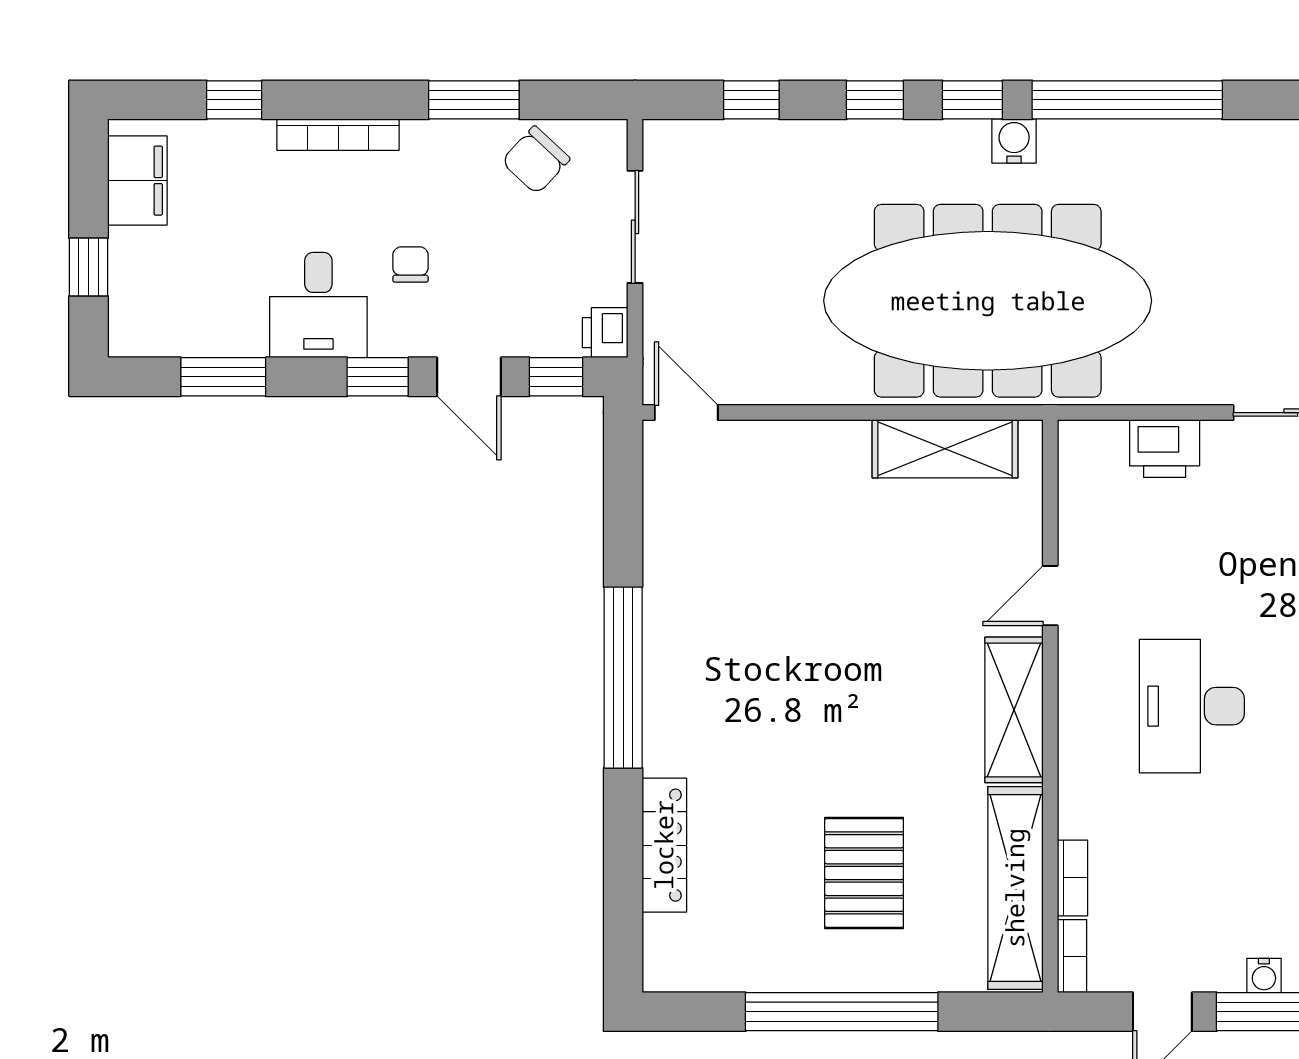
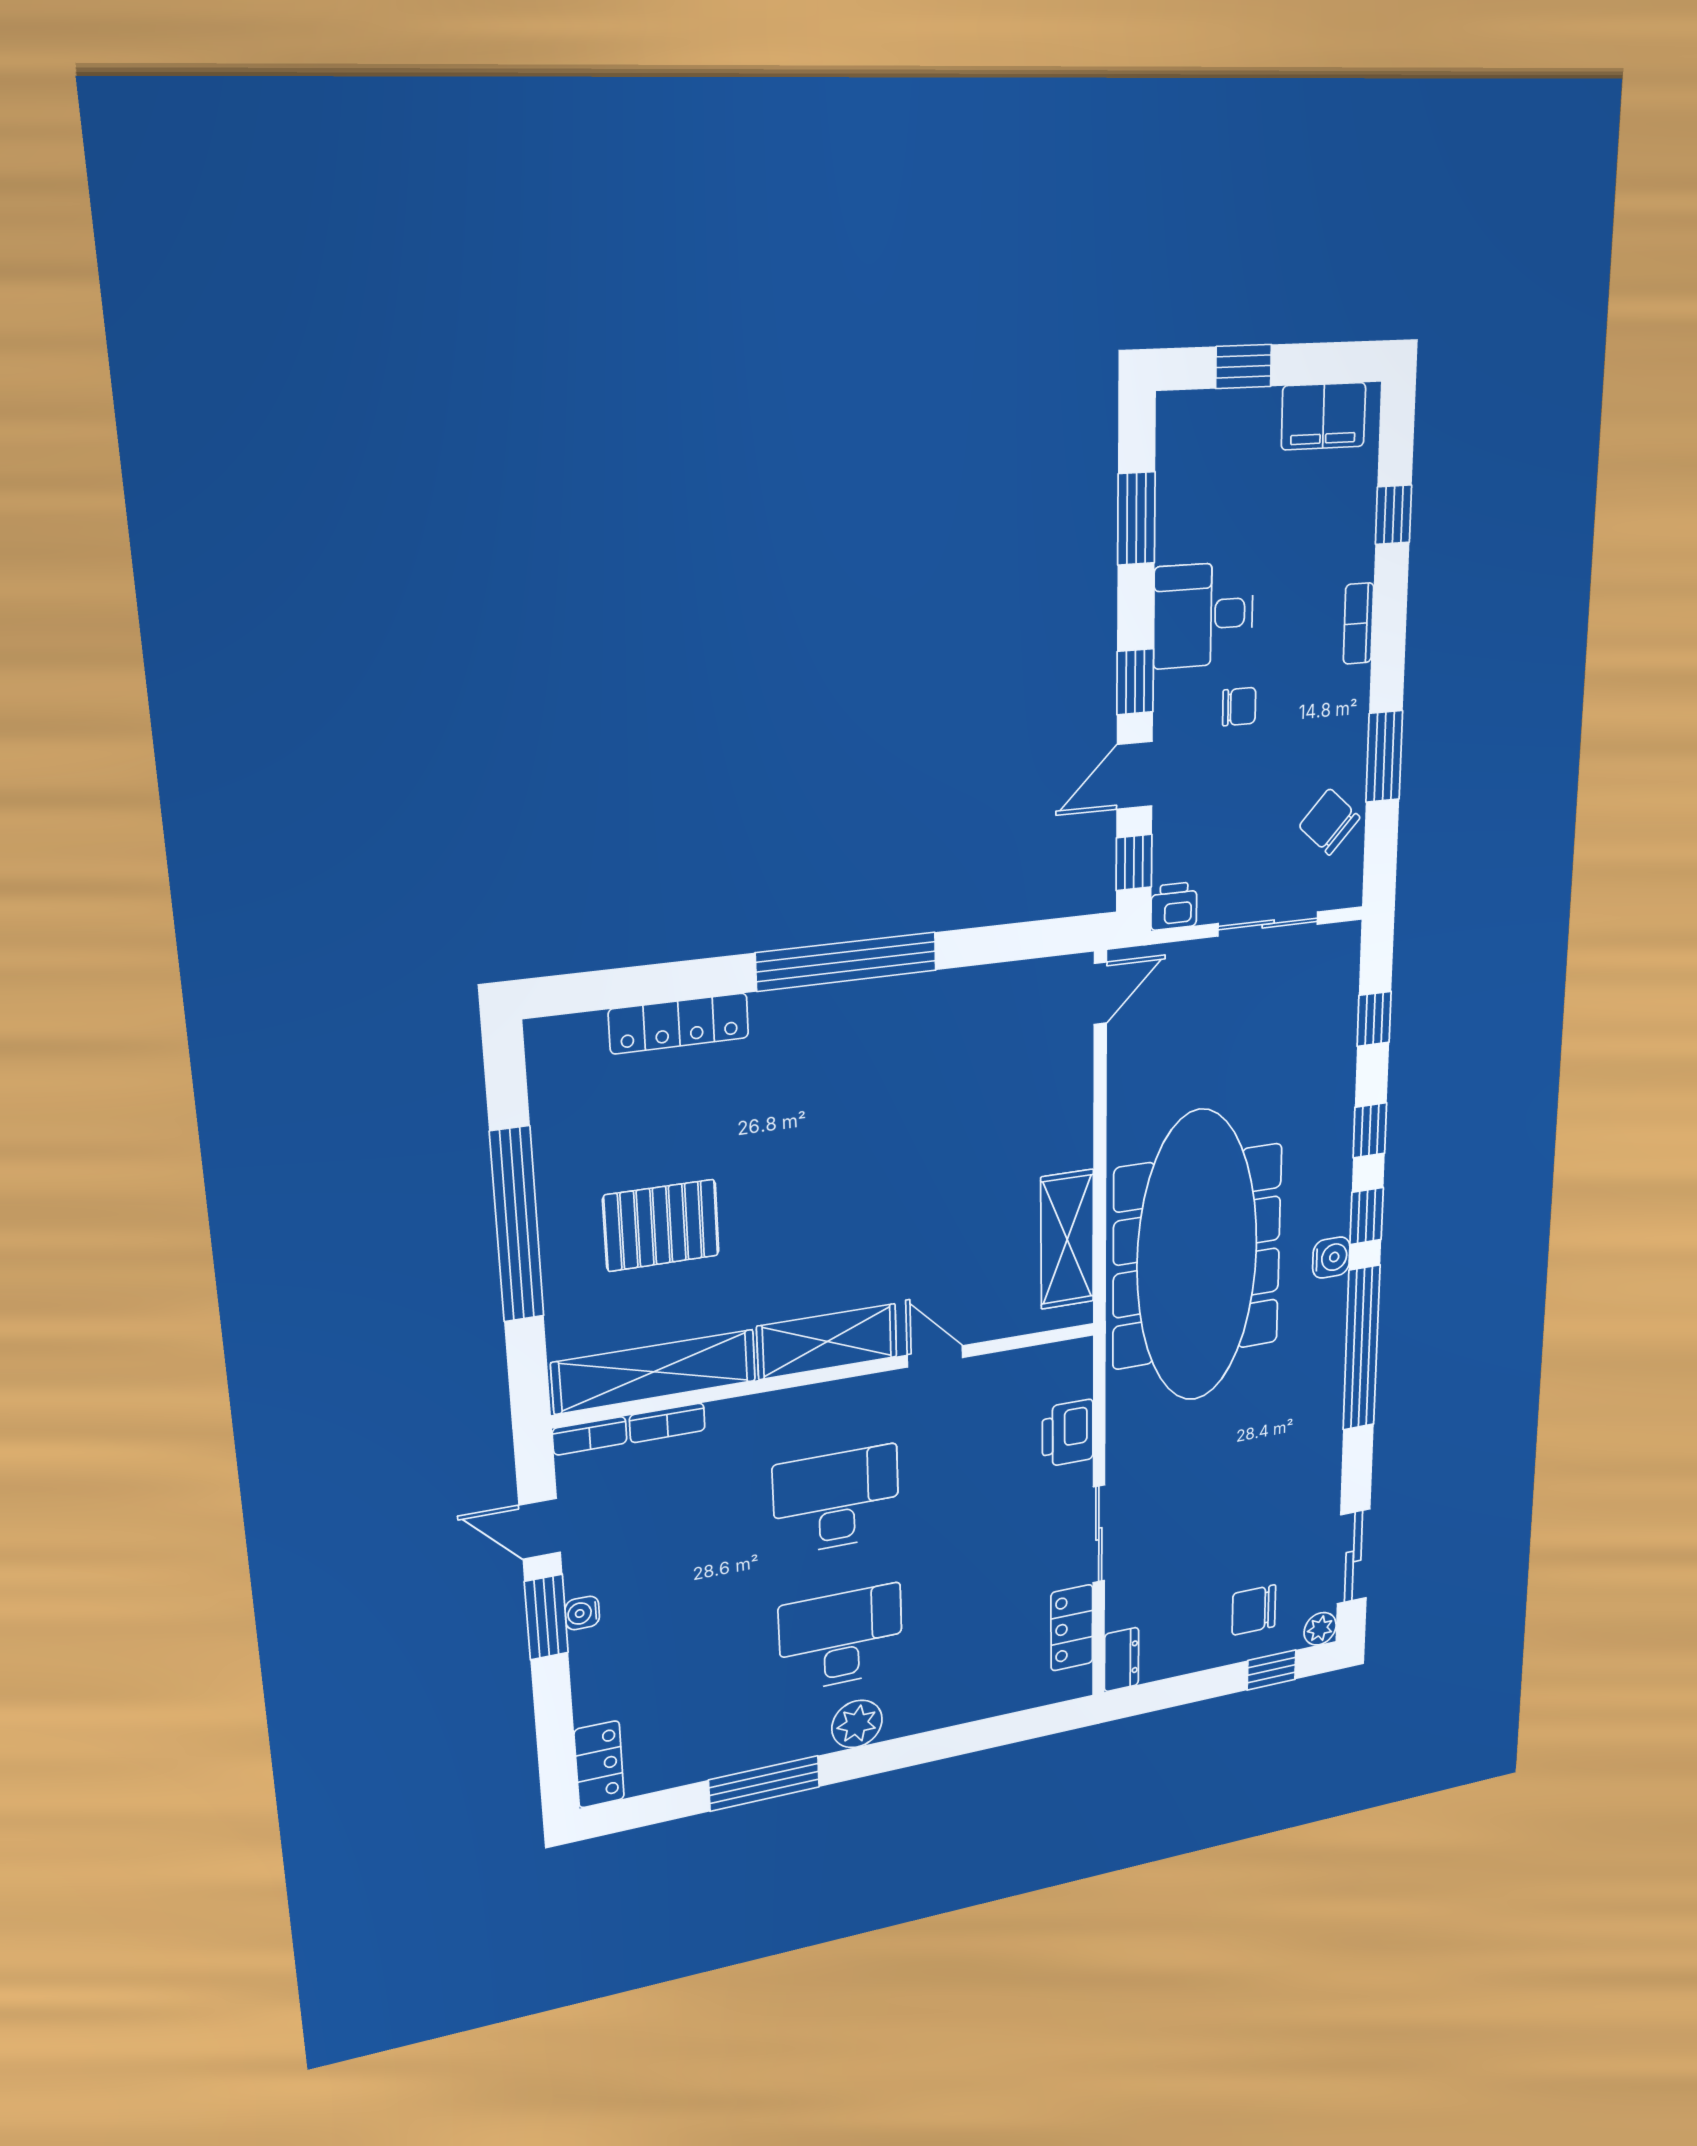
bookcase: (338, 135) -> (1359, 623), width x0.64

